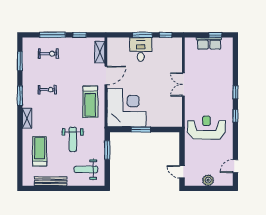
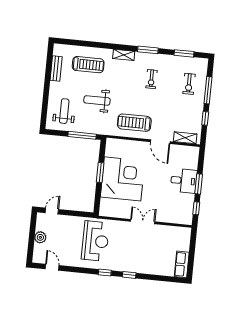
window: (215, 35) -> (191, 260), removed
row of seats: (209, 43) -> (182, 264), moved
corner desk: (126, 108) -> (123, 179), moved, turned -90
window: (107, 150) -> (82, 135), width x1.44
bench: (51, 181) -> (56, 68), width x0.73

